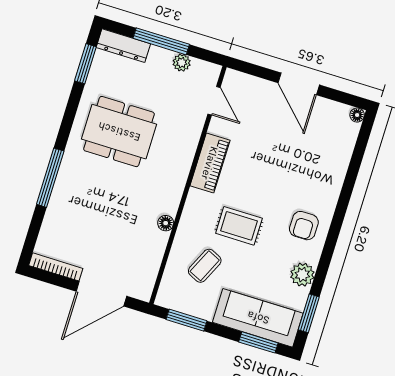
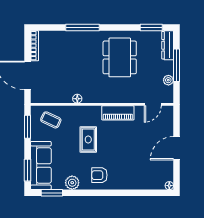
coffee table: (205, 266) -> (51, 120), moved

